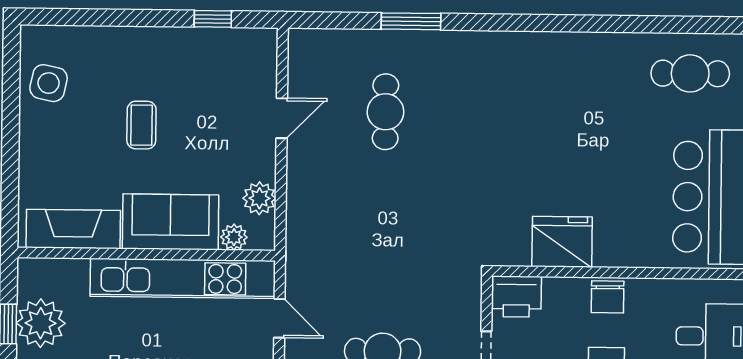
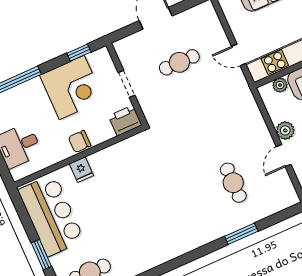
plant: (259, 198) -> (285, 130), moved
fridge: (562, 242) -> (81, 170), moved, width x0.53, depth x0.75
chair: (608, 297) -> (80, 141), turned -90

